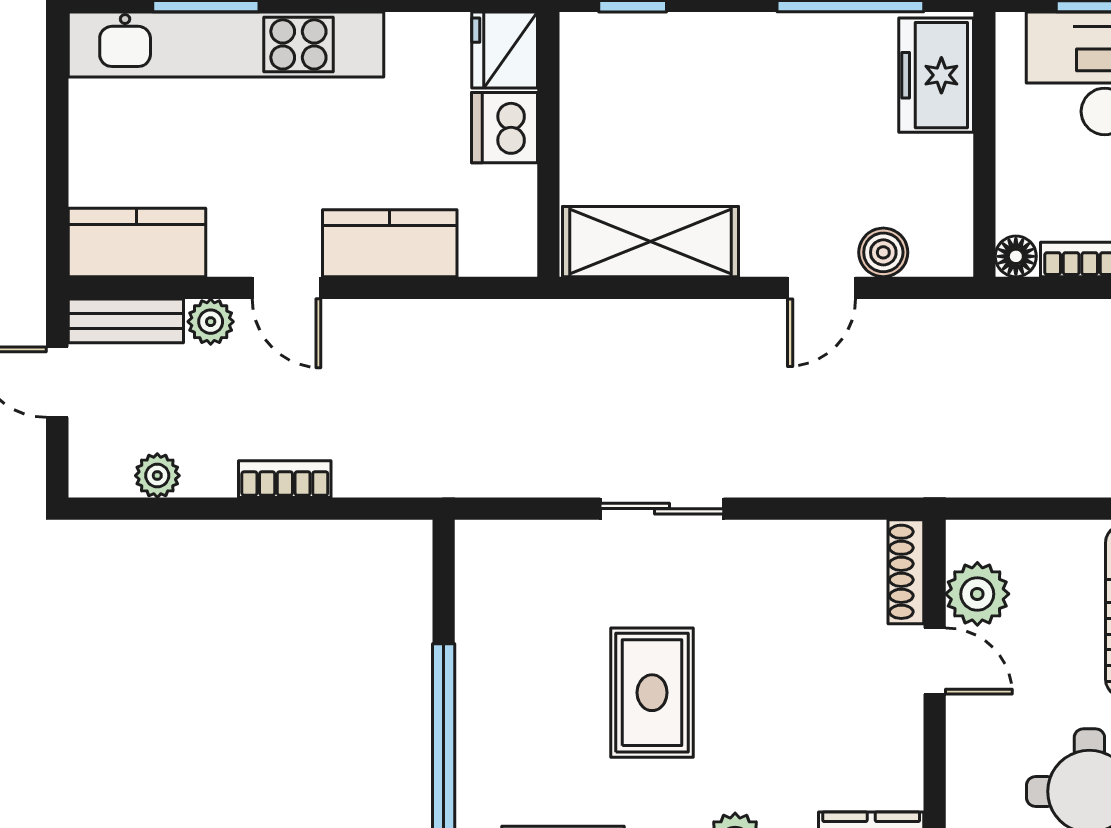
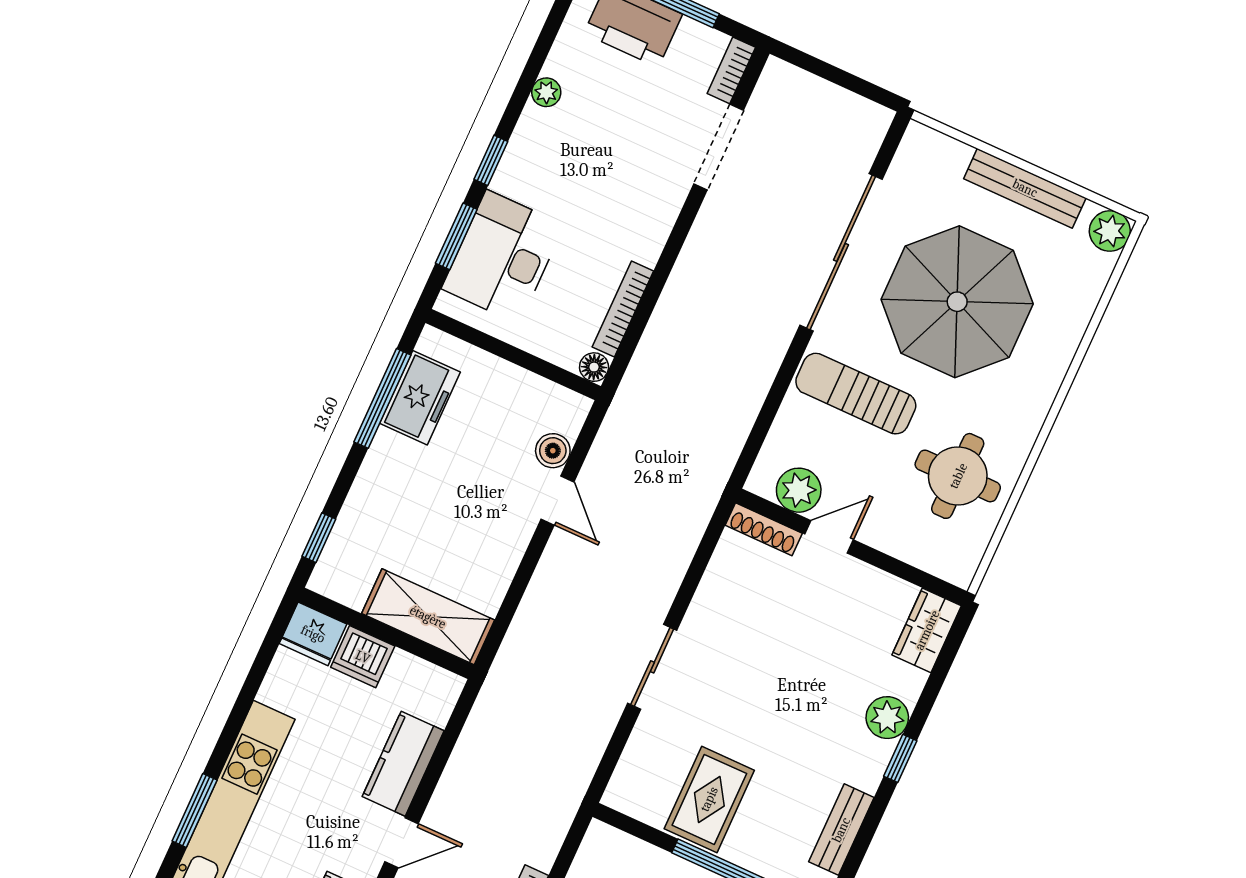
freezer: (936, 75) -> (420, 398), moved, turned -90
shelving: (650, 242) -> (428, 617), moved, turned 90
rug: (652, 693) -> (709, 799), moved, turned 90

